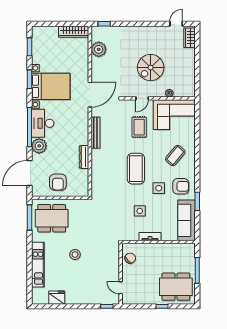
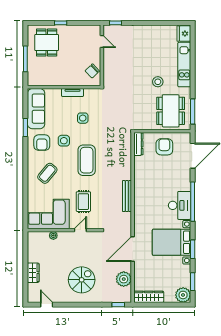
door: (176, 24) -> (47, 305), swing flipped
wardrobe: (190, 38) -> (33, 273), moved
spiral stairs: (151, 68) -> (82, 280), moved
door: (90, 95) -> (133, 249), moved
plant: (39, 146) -> (183, 295), moved
dresser: (84, 157) -> (138, 144), moved
armchair: (181, 186) -> (42, 143), turned -90
dining table: (52, 218) -> (171, 111), turned 90
stool: (75, 255) -> (158, 82), moved
dining table: (176, 287) -> (47, 43), width x0.73
fridge: (57, 298) -> (184, 34), moved, turned 90

